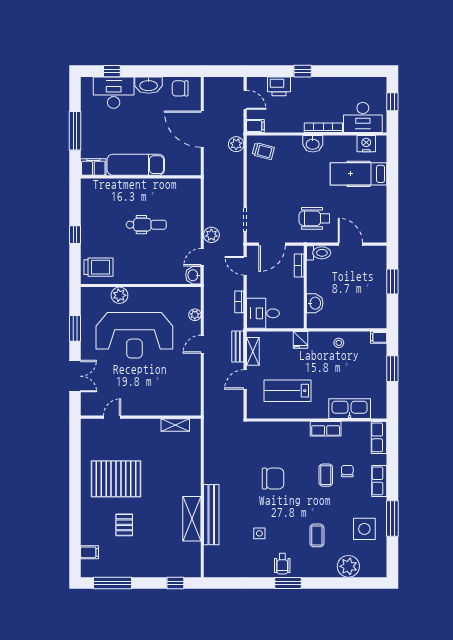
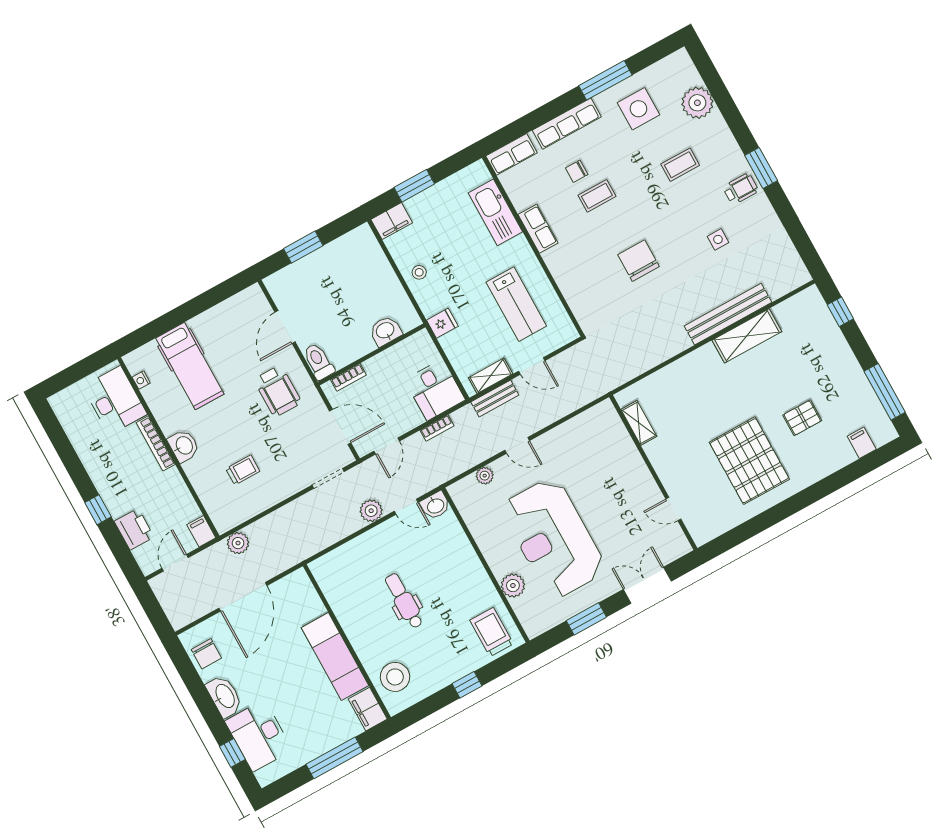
window: (392, 102) -> (74, 374), removed
nightstand: (366, 144) -> (141, 380), width x0.53, depth x0.56
trolley: (263, 151) -> (243, 470), moved, turned 75
stool: (104, 194) -> (395, 677), added
reception desk: (134, 335) -> (553, 538), turned 180
filing cabinet: (379, 337) -> (392, 221), width x2.00
row of seats: (379, 481) -> (567, 124), width x1.48

